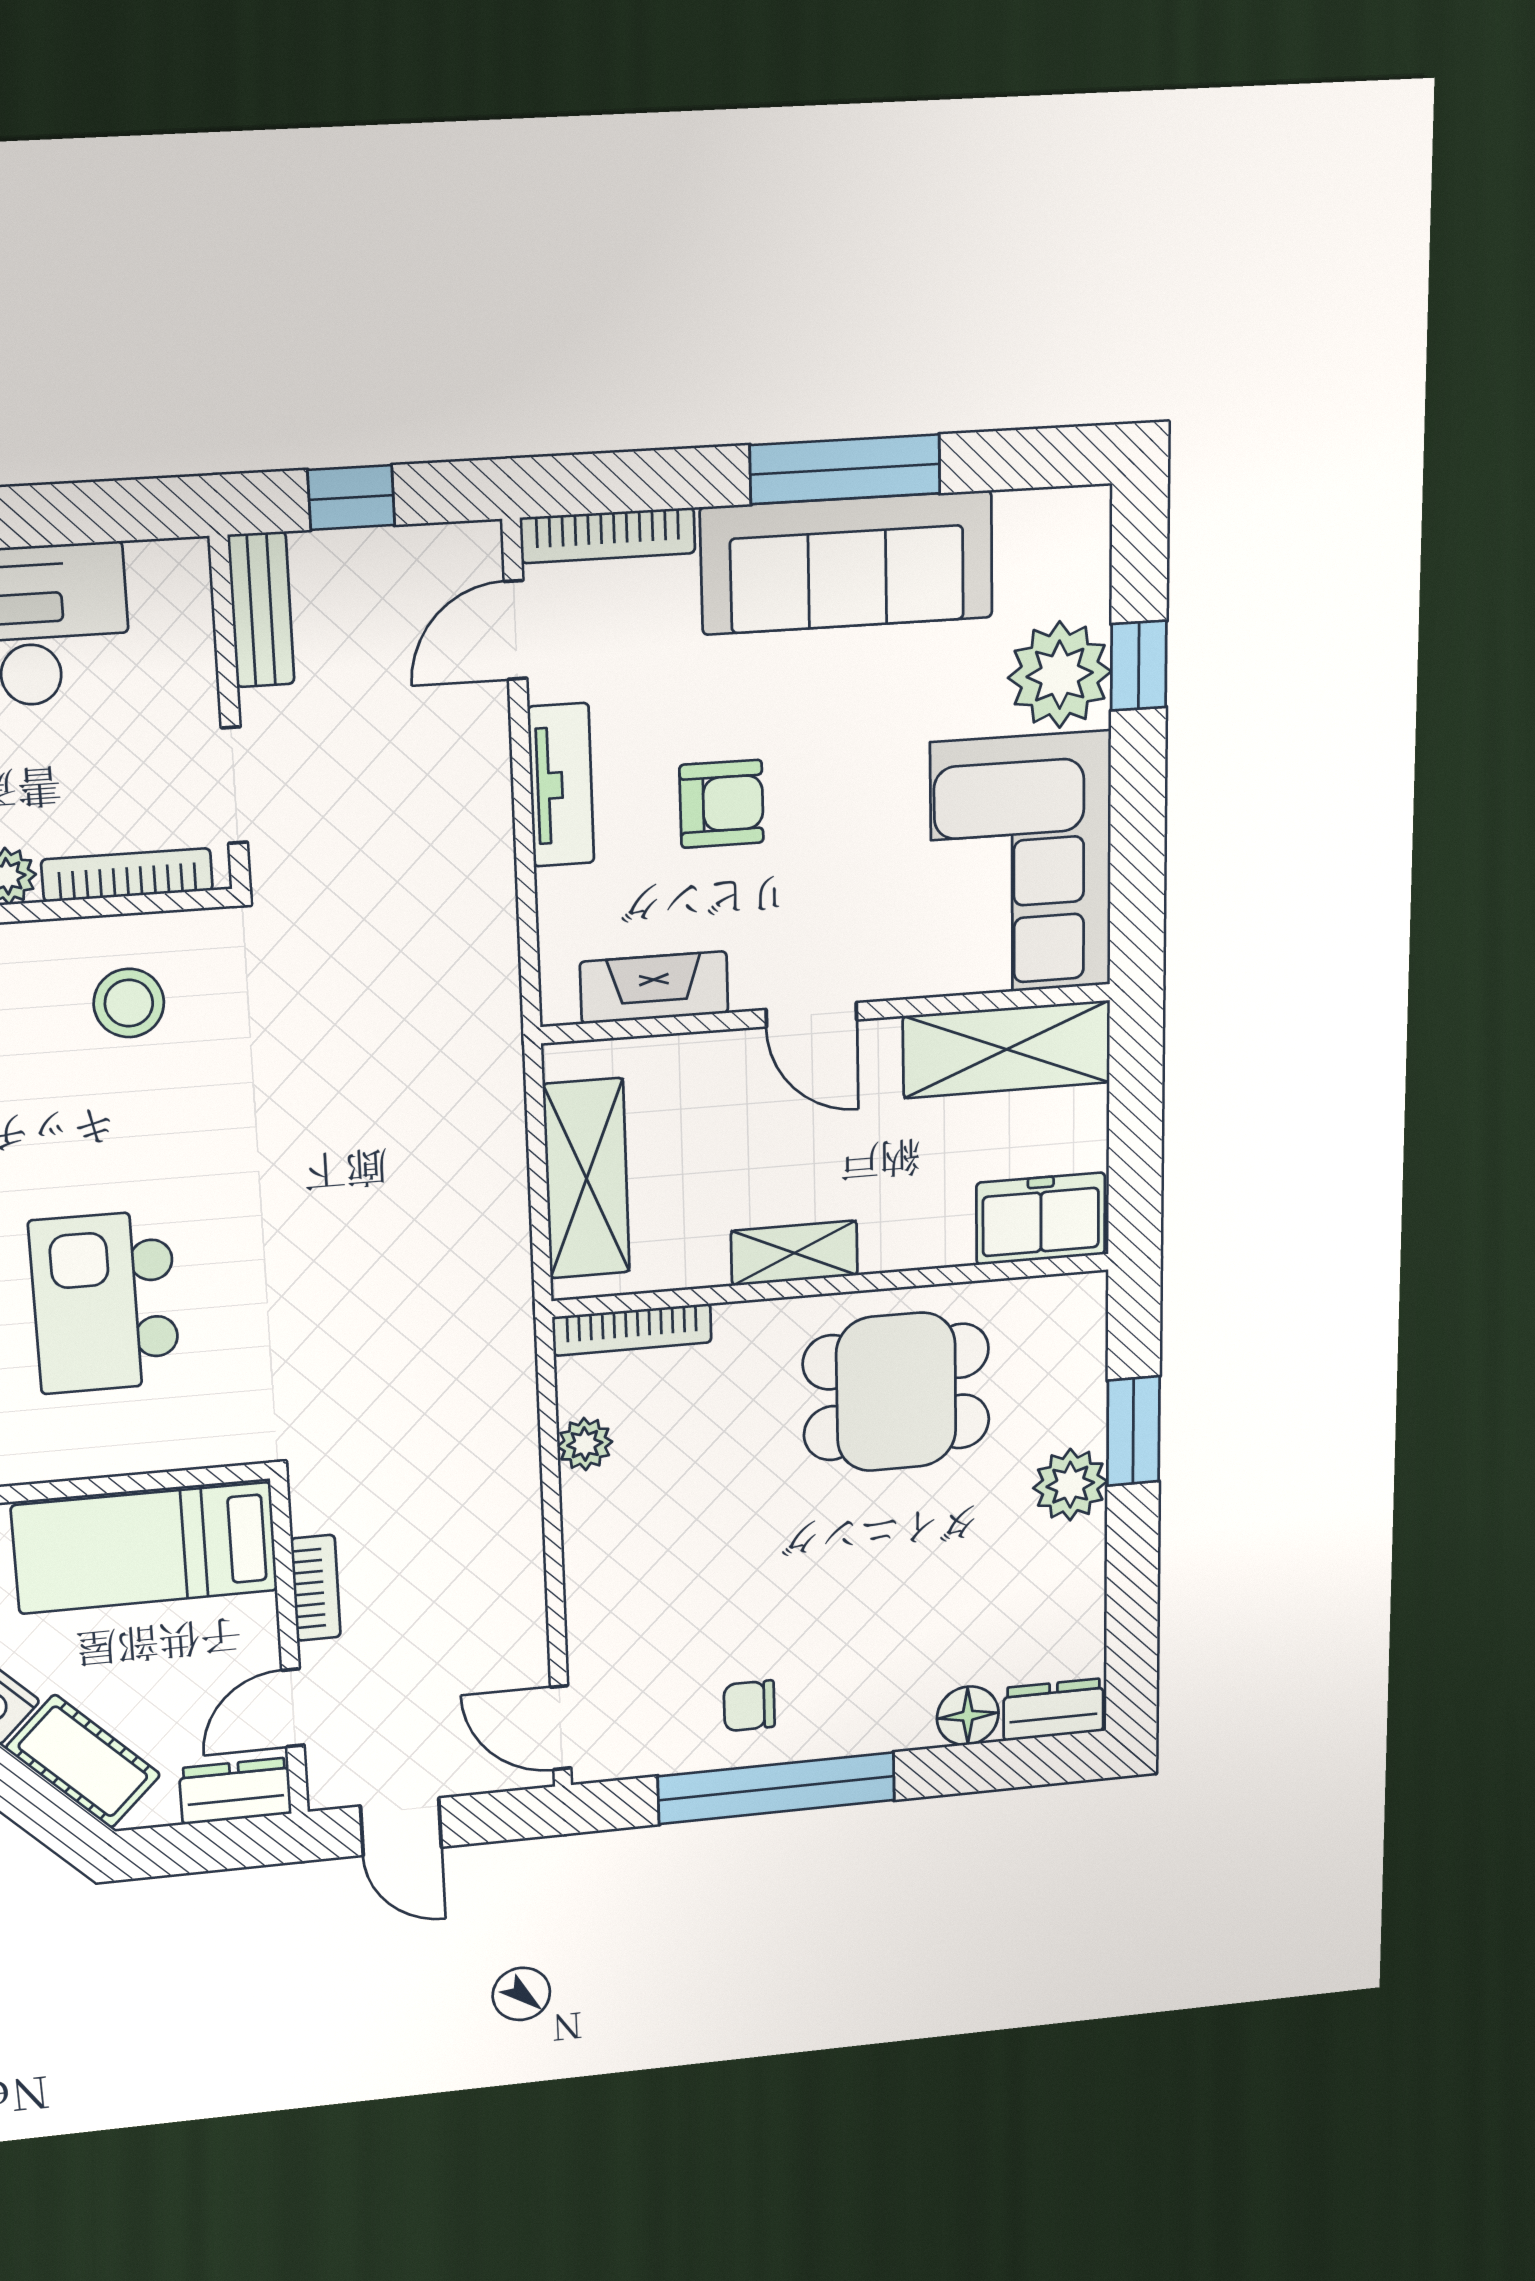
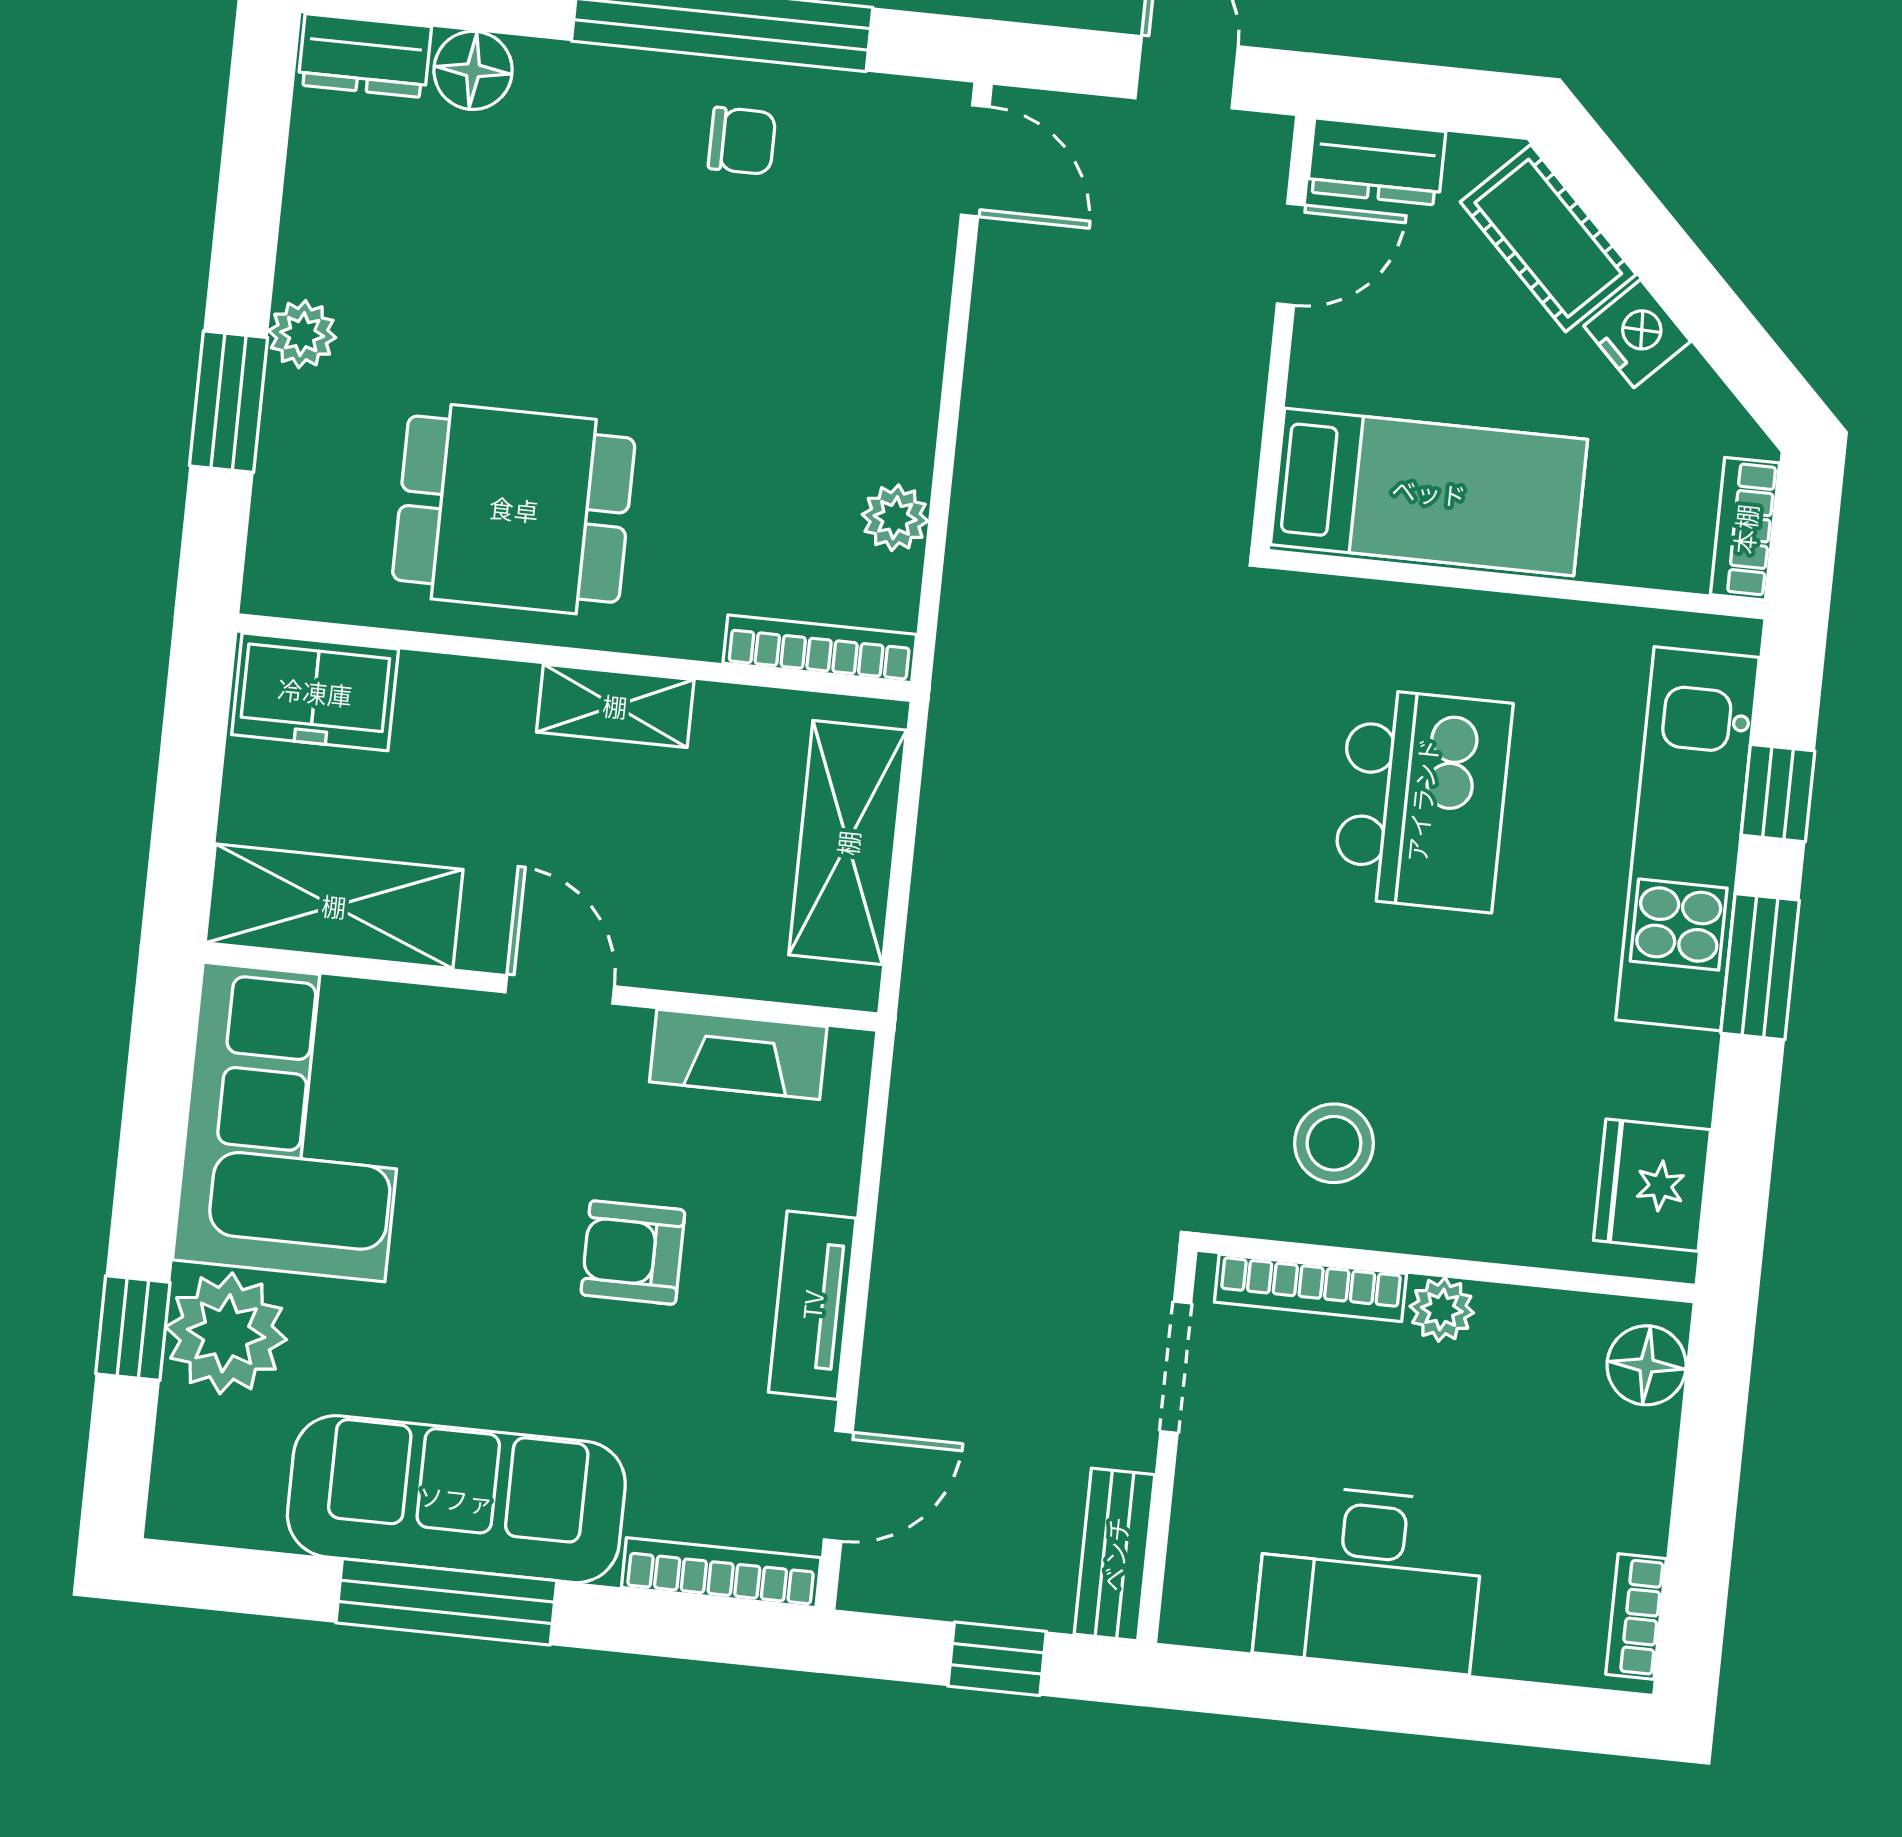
plant: (1070, 1485) -> (302, 334), width x0.73, depth x0.73
bookcase: (316, 1588) -> (1239, 402), removed

